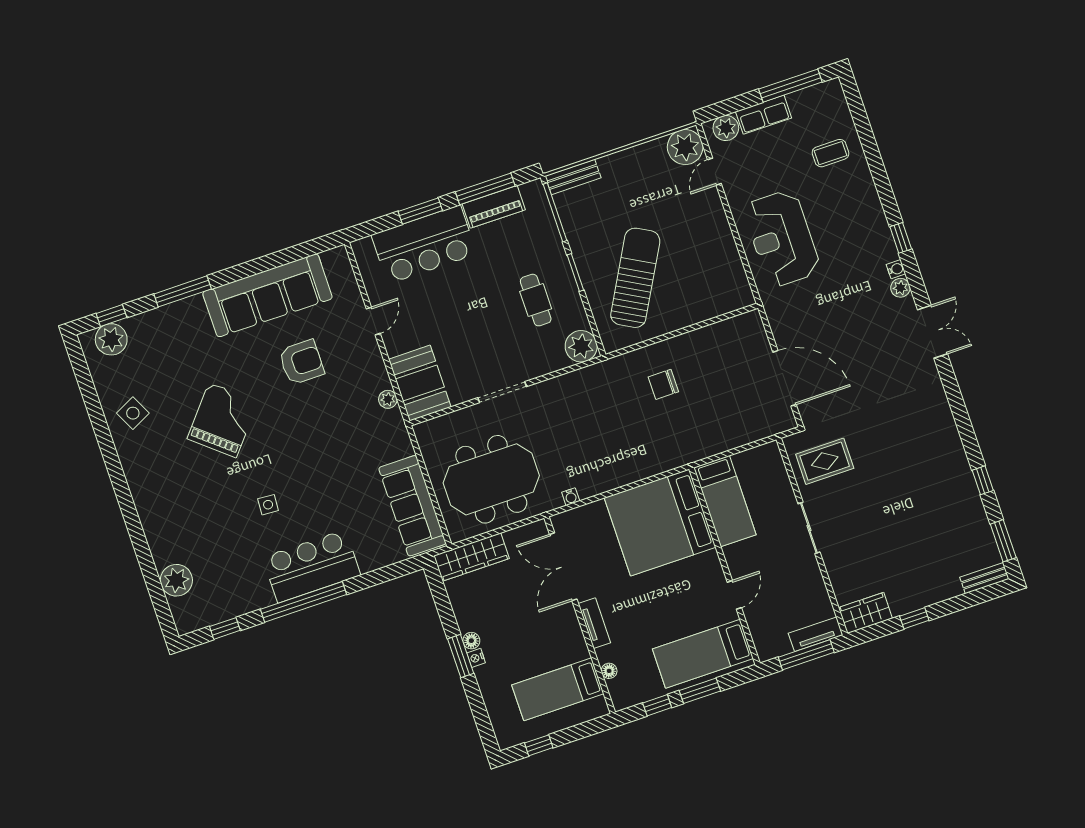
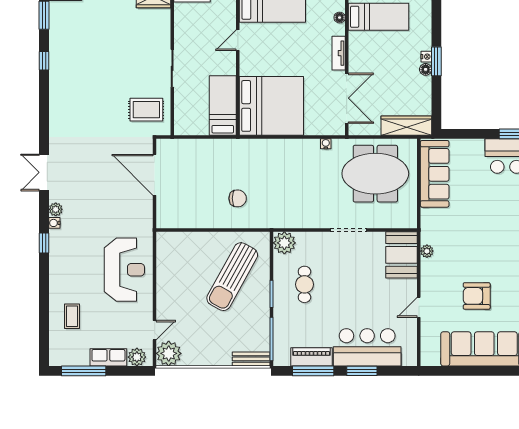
coffee table: (830, 153) -> (72, 316), turned 90

